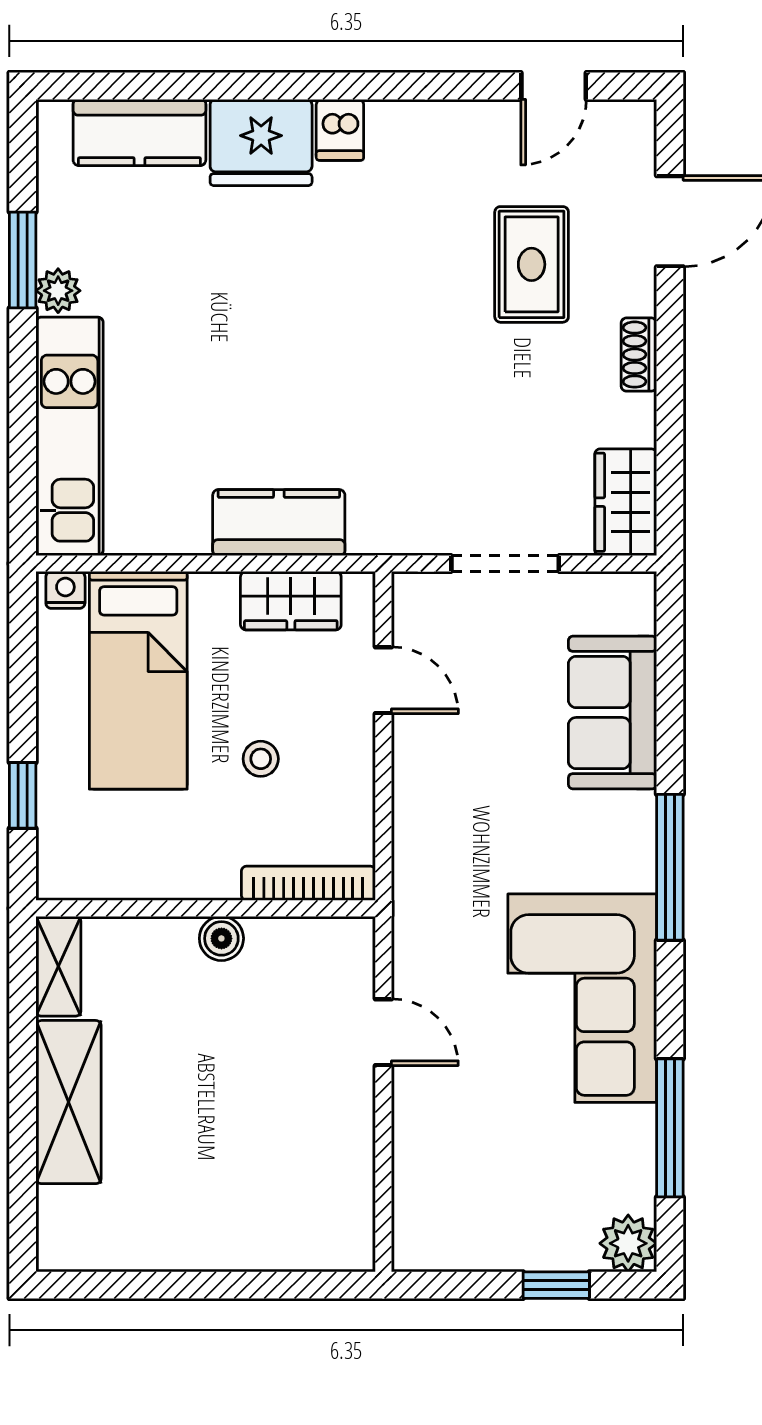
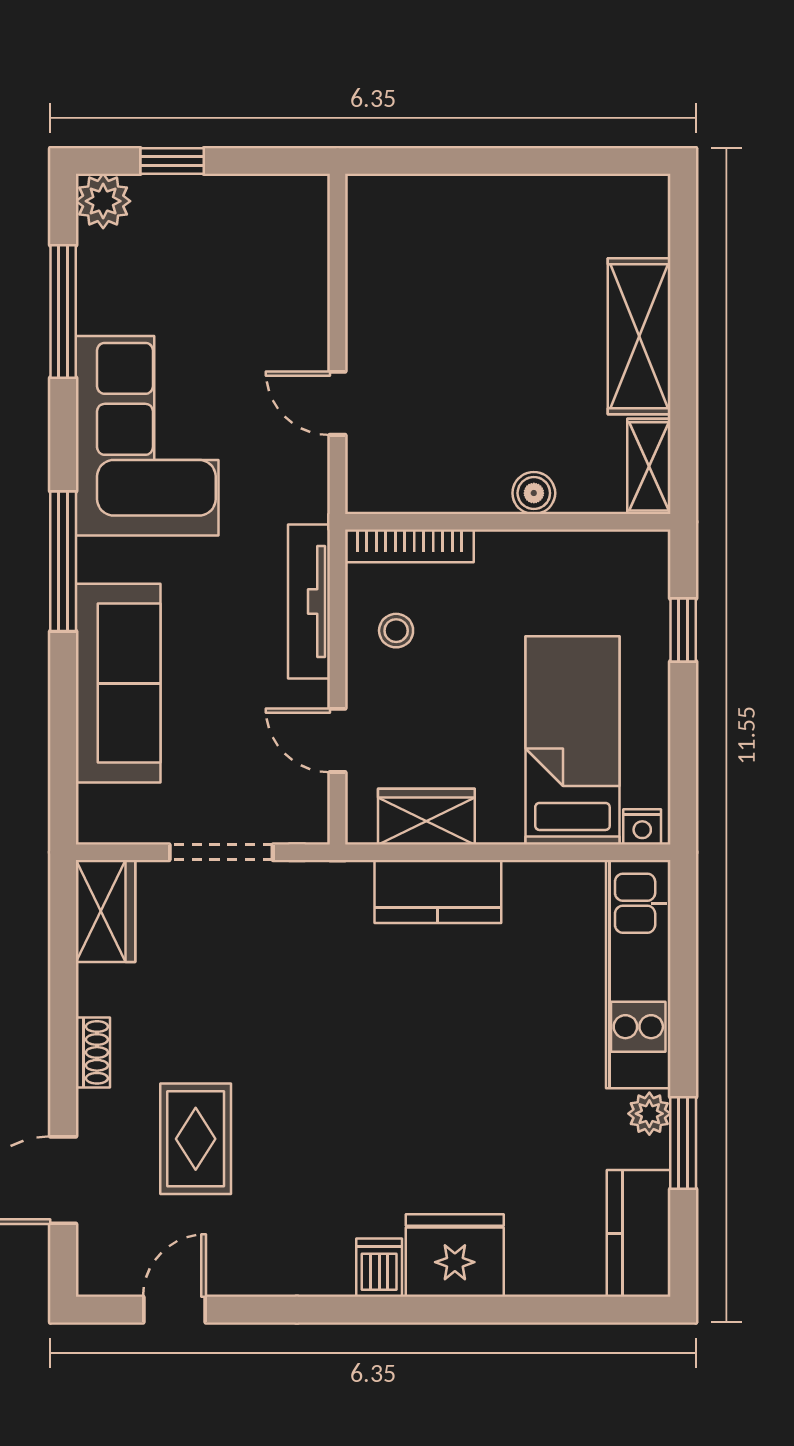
kitchen counter: (139, 132) -> (639, 1233), moved, turned -90
sofa: (613, 713) -> (118, 683), width x1.36
stool: (261, 759) -> (396, 631), moved
tv unit: (413, 825) -> (309, 602), added
boiler: (221, 938) -> (534, 493), moved

